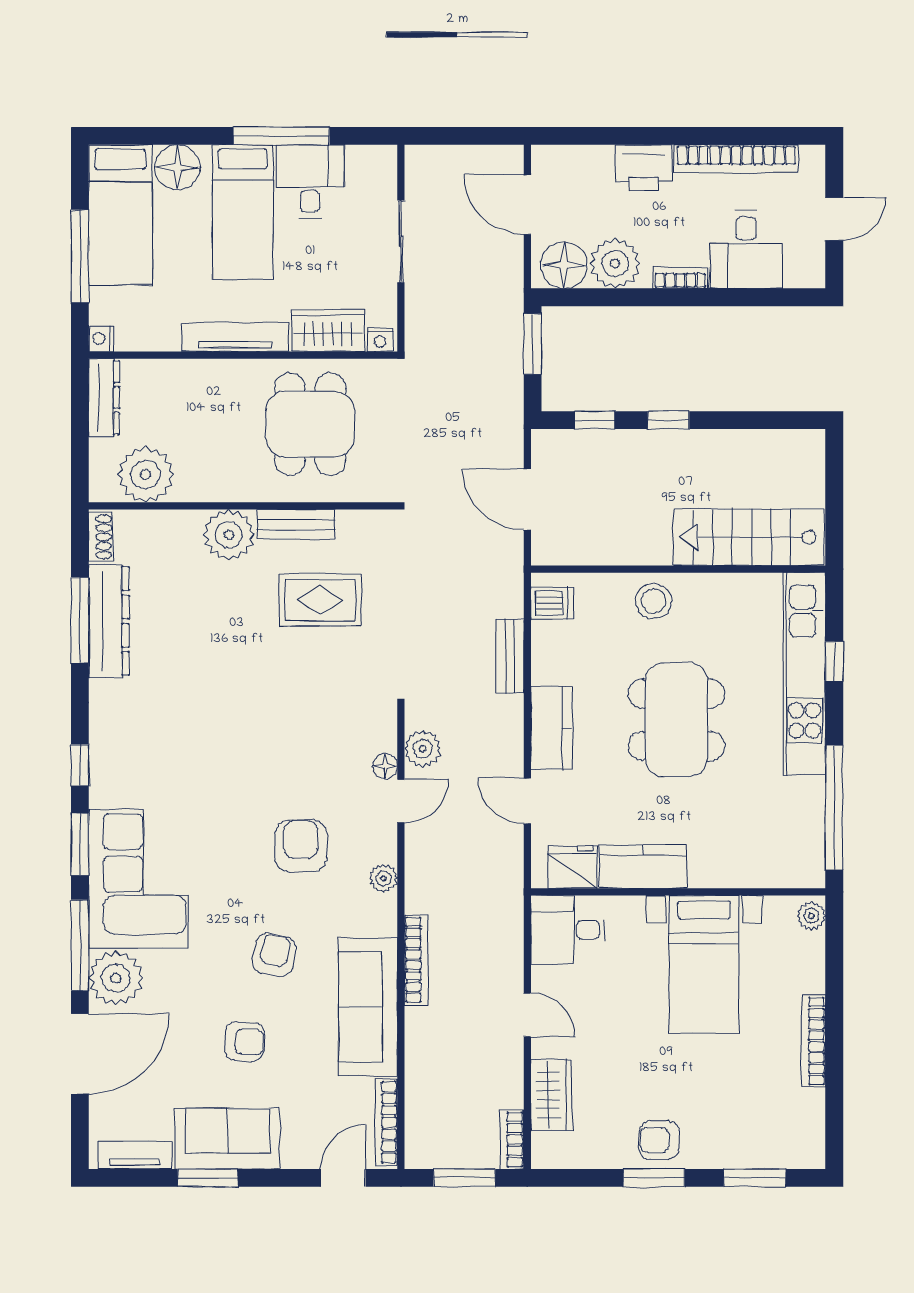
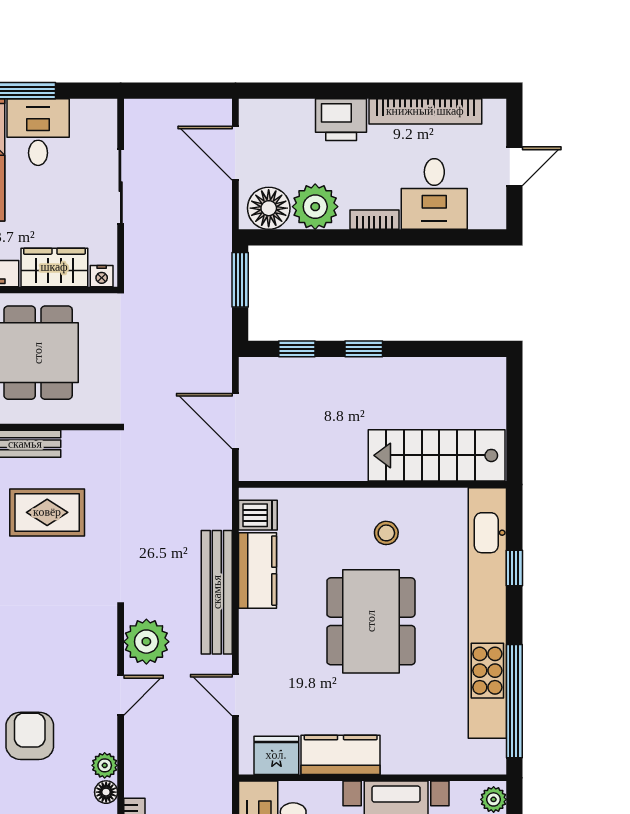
stool: (654, 601) -> (386, 533), moved, width x0.73, depth x0.73
bench: (510, 656) -> (217, 592), width x1.86, depth x1.21
kitchen unit: (805, 674) -> (487, 613), width x1.36
kitchen counter: (552, 728) -> (257, 571), moved
plant: (423, 749) -> (146, 642), width x1.36, depth x1.36
floor lamp: (385, 766) -> (106, 792), moved

